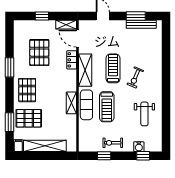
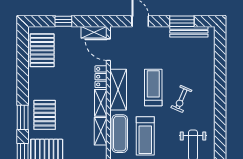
pallet: (39, 53) -> (42, 50), moved
window: (10, 67) -> (23, 117), moved
shelving: (71, 81) -> (101, 103), added

